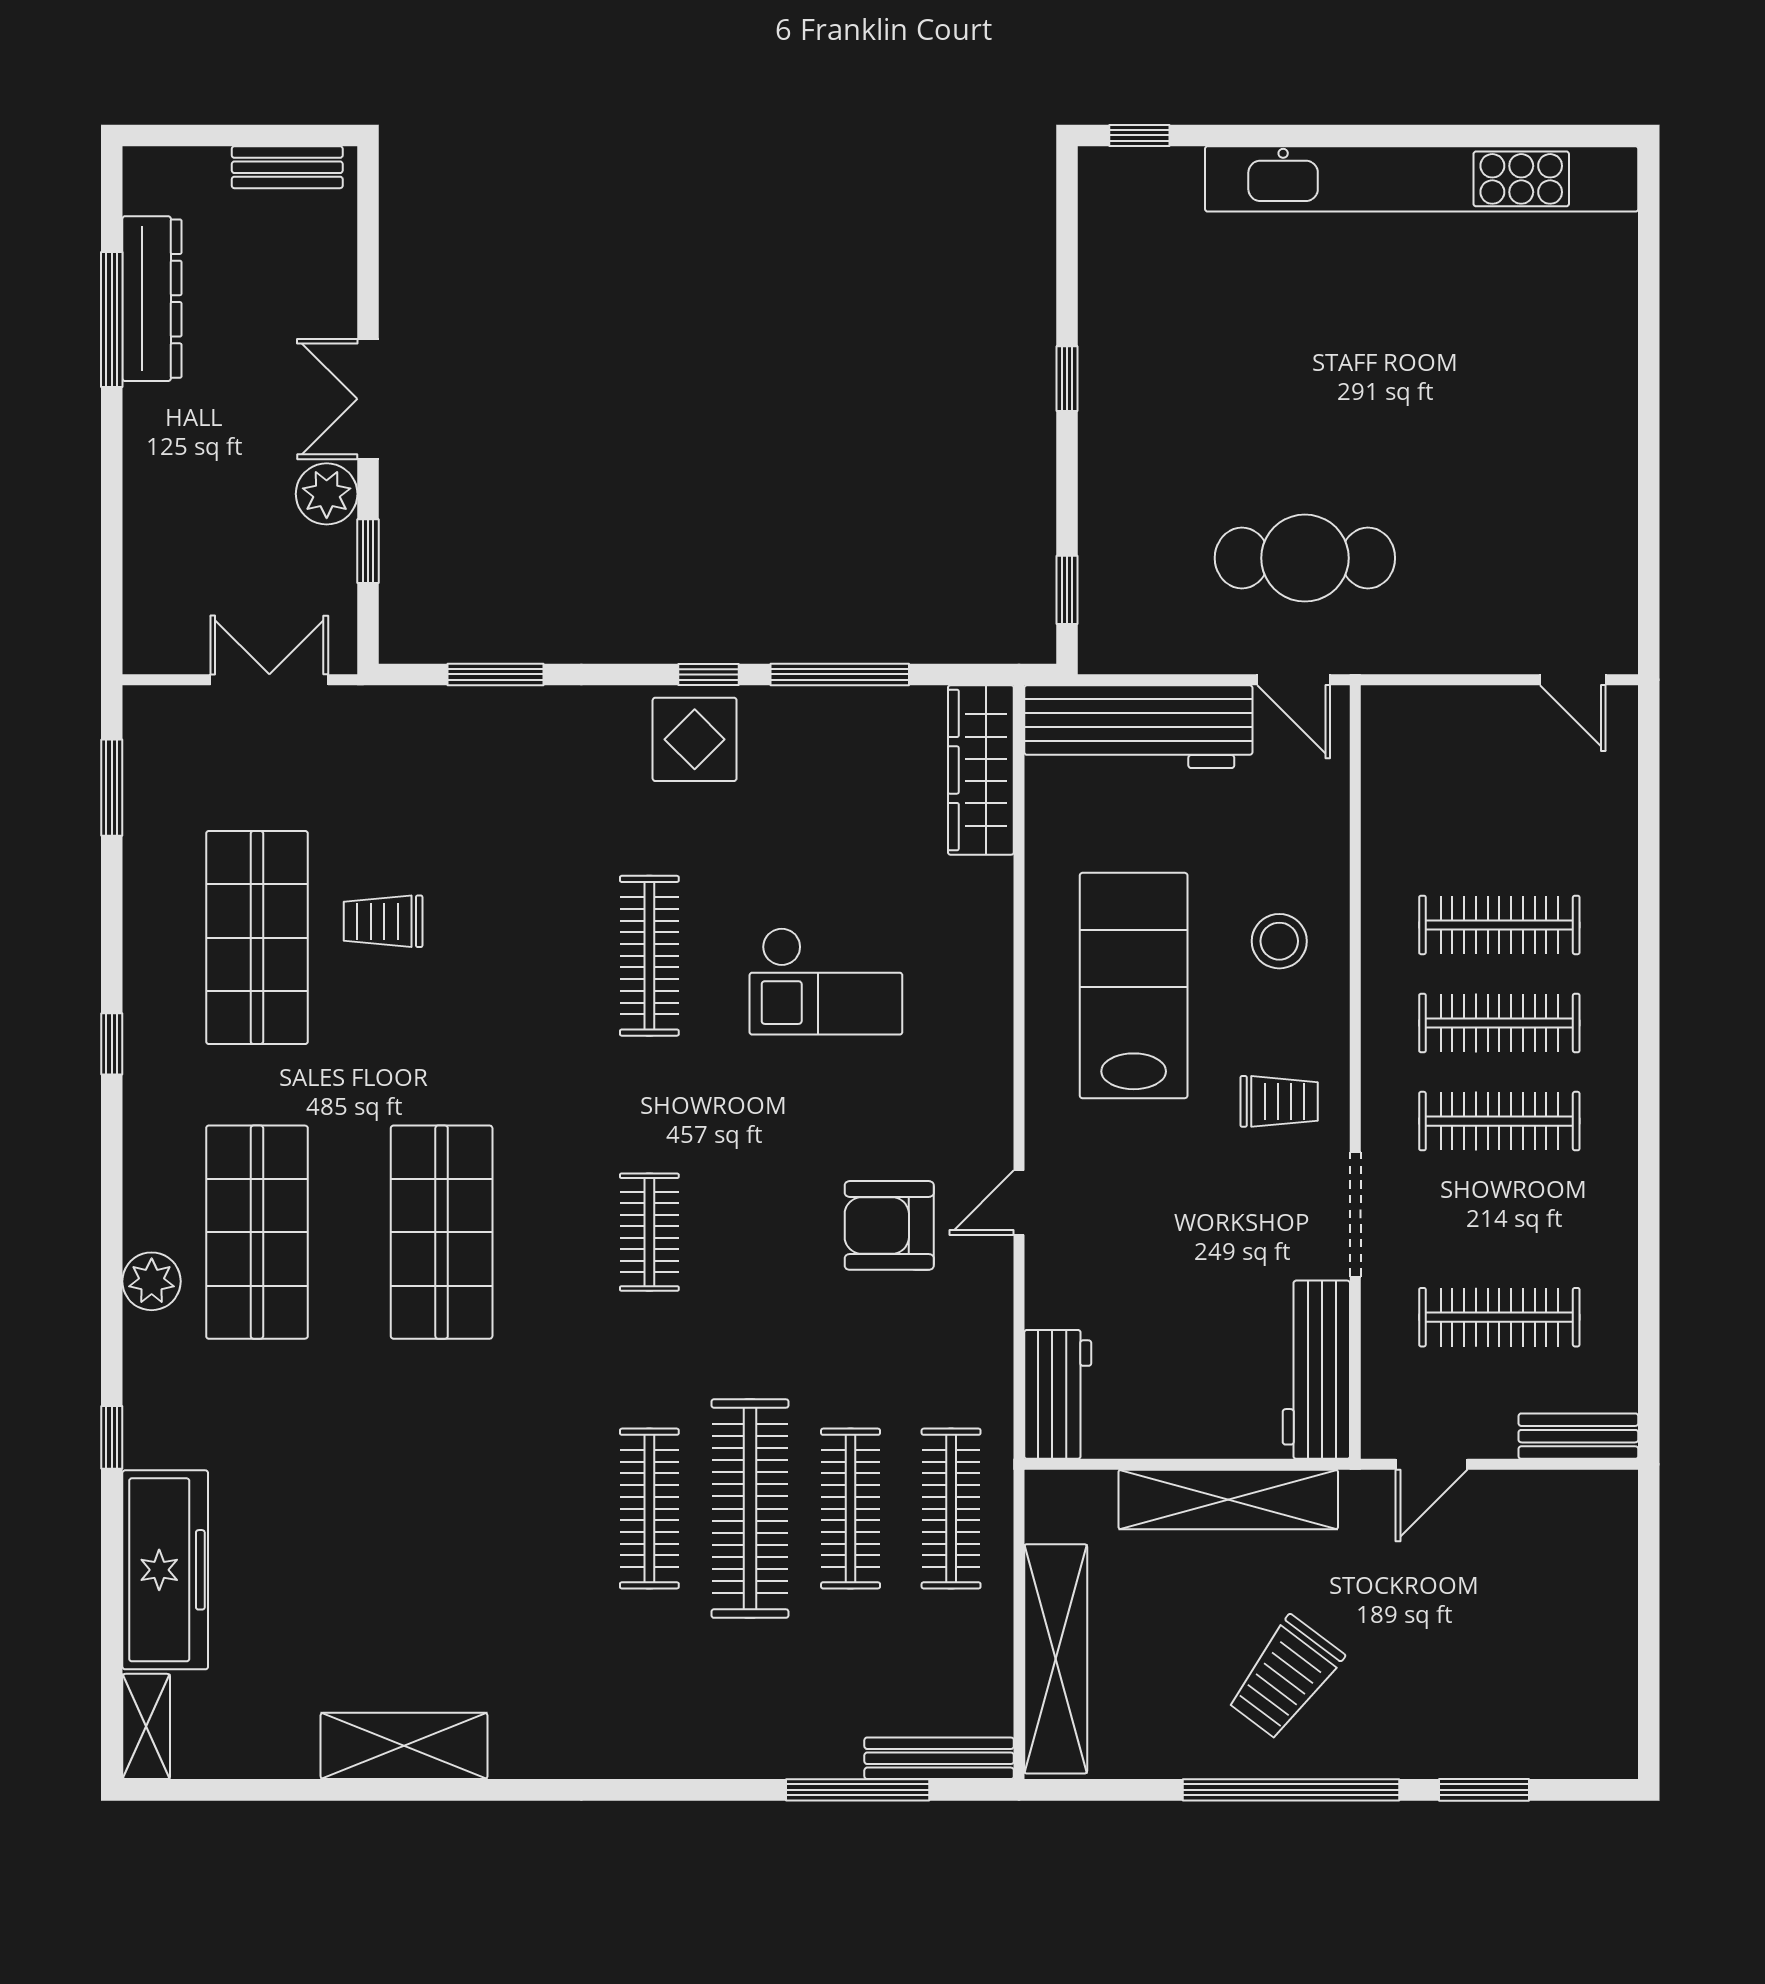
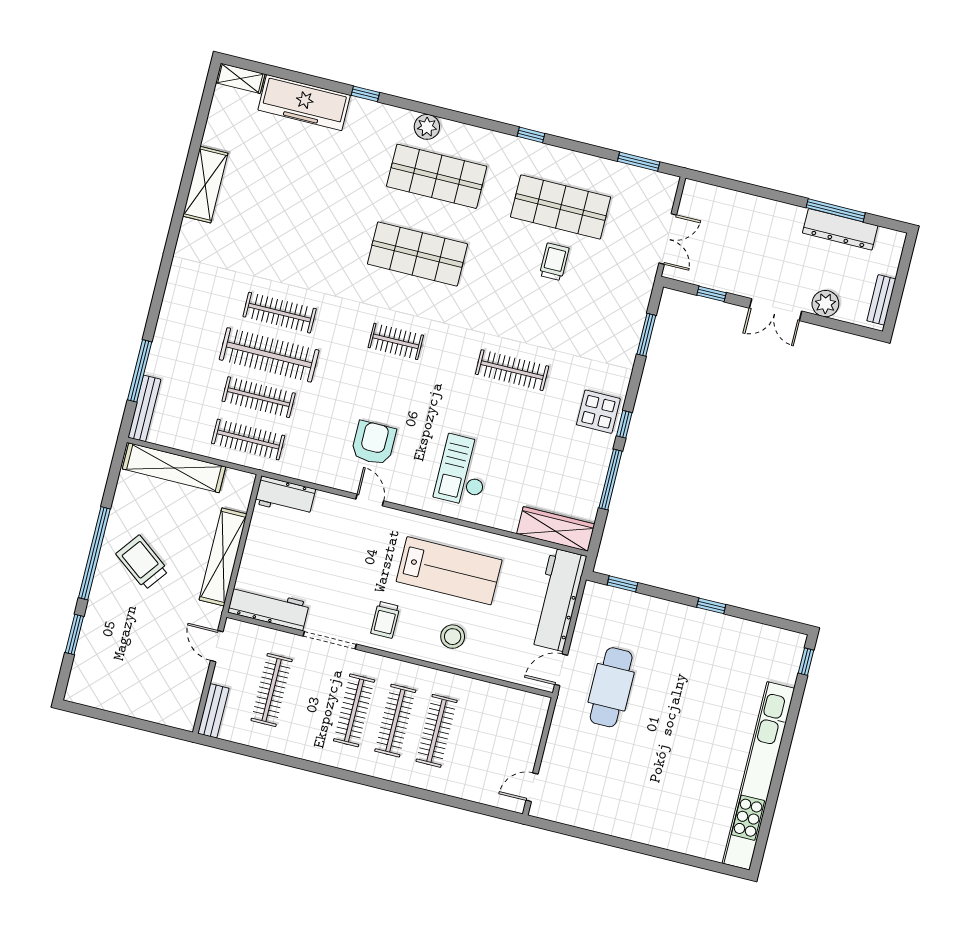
double door: (368, 399) -> (776, 310), swing flipped
plant: (327, 494) -> (825, 304), moved
checkout: (826, 981) -> (463, 471), moved

